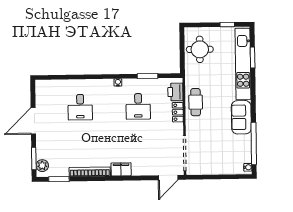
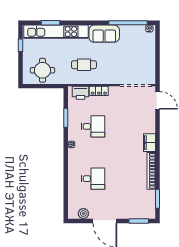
cafe table: (196, 102) -> (84, 65), moved
plant: (42, 166) -> (83, 214), moved

